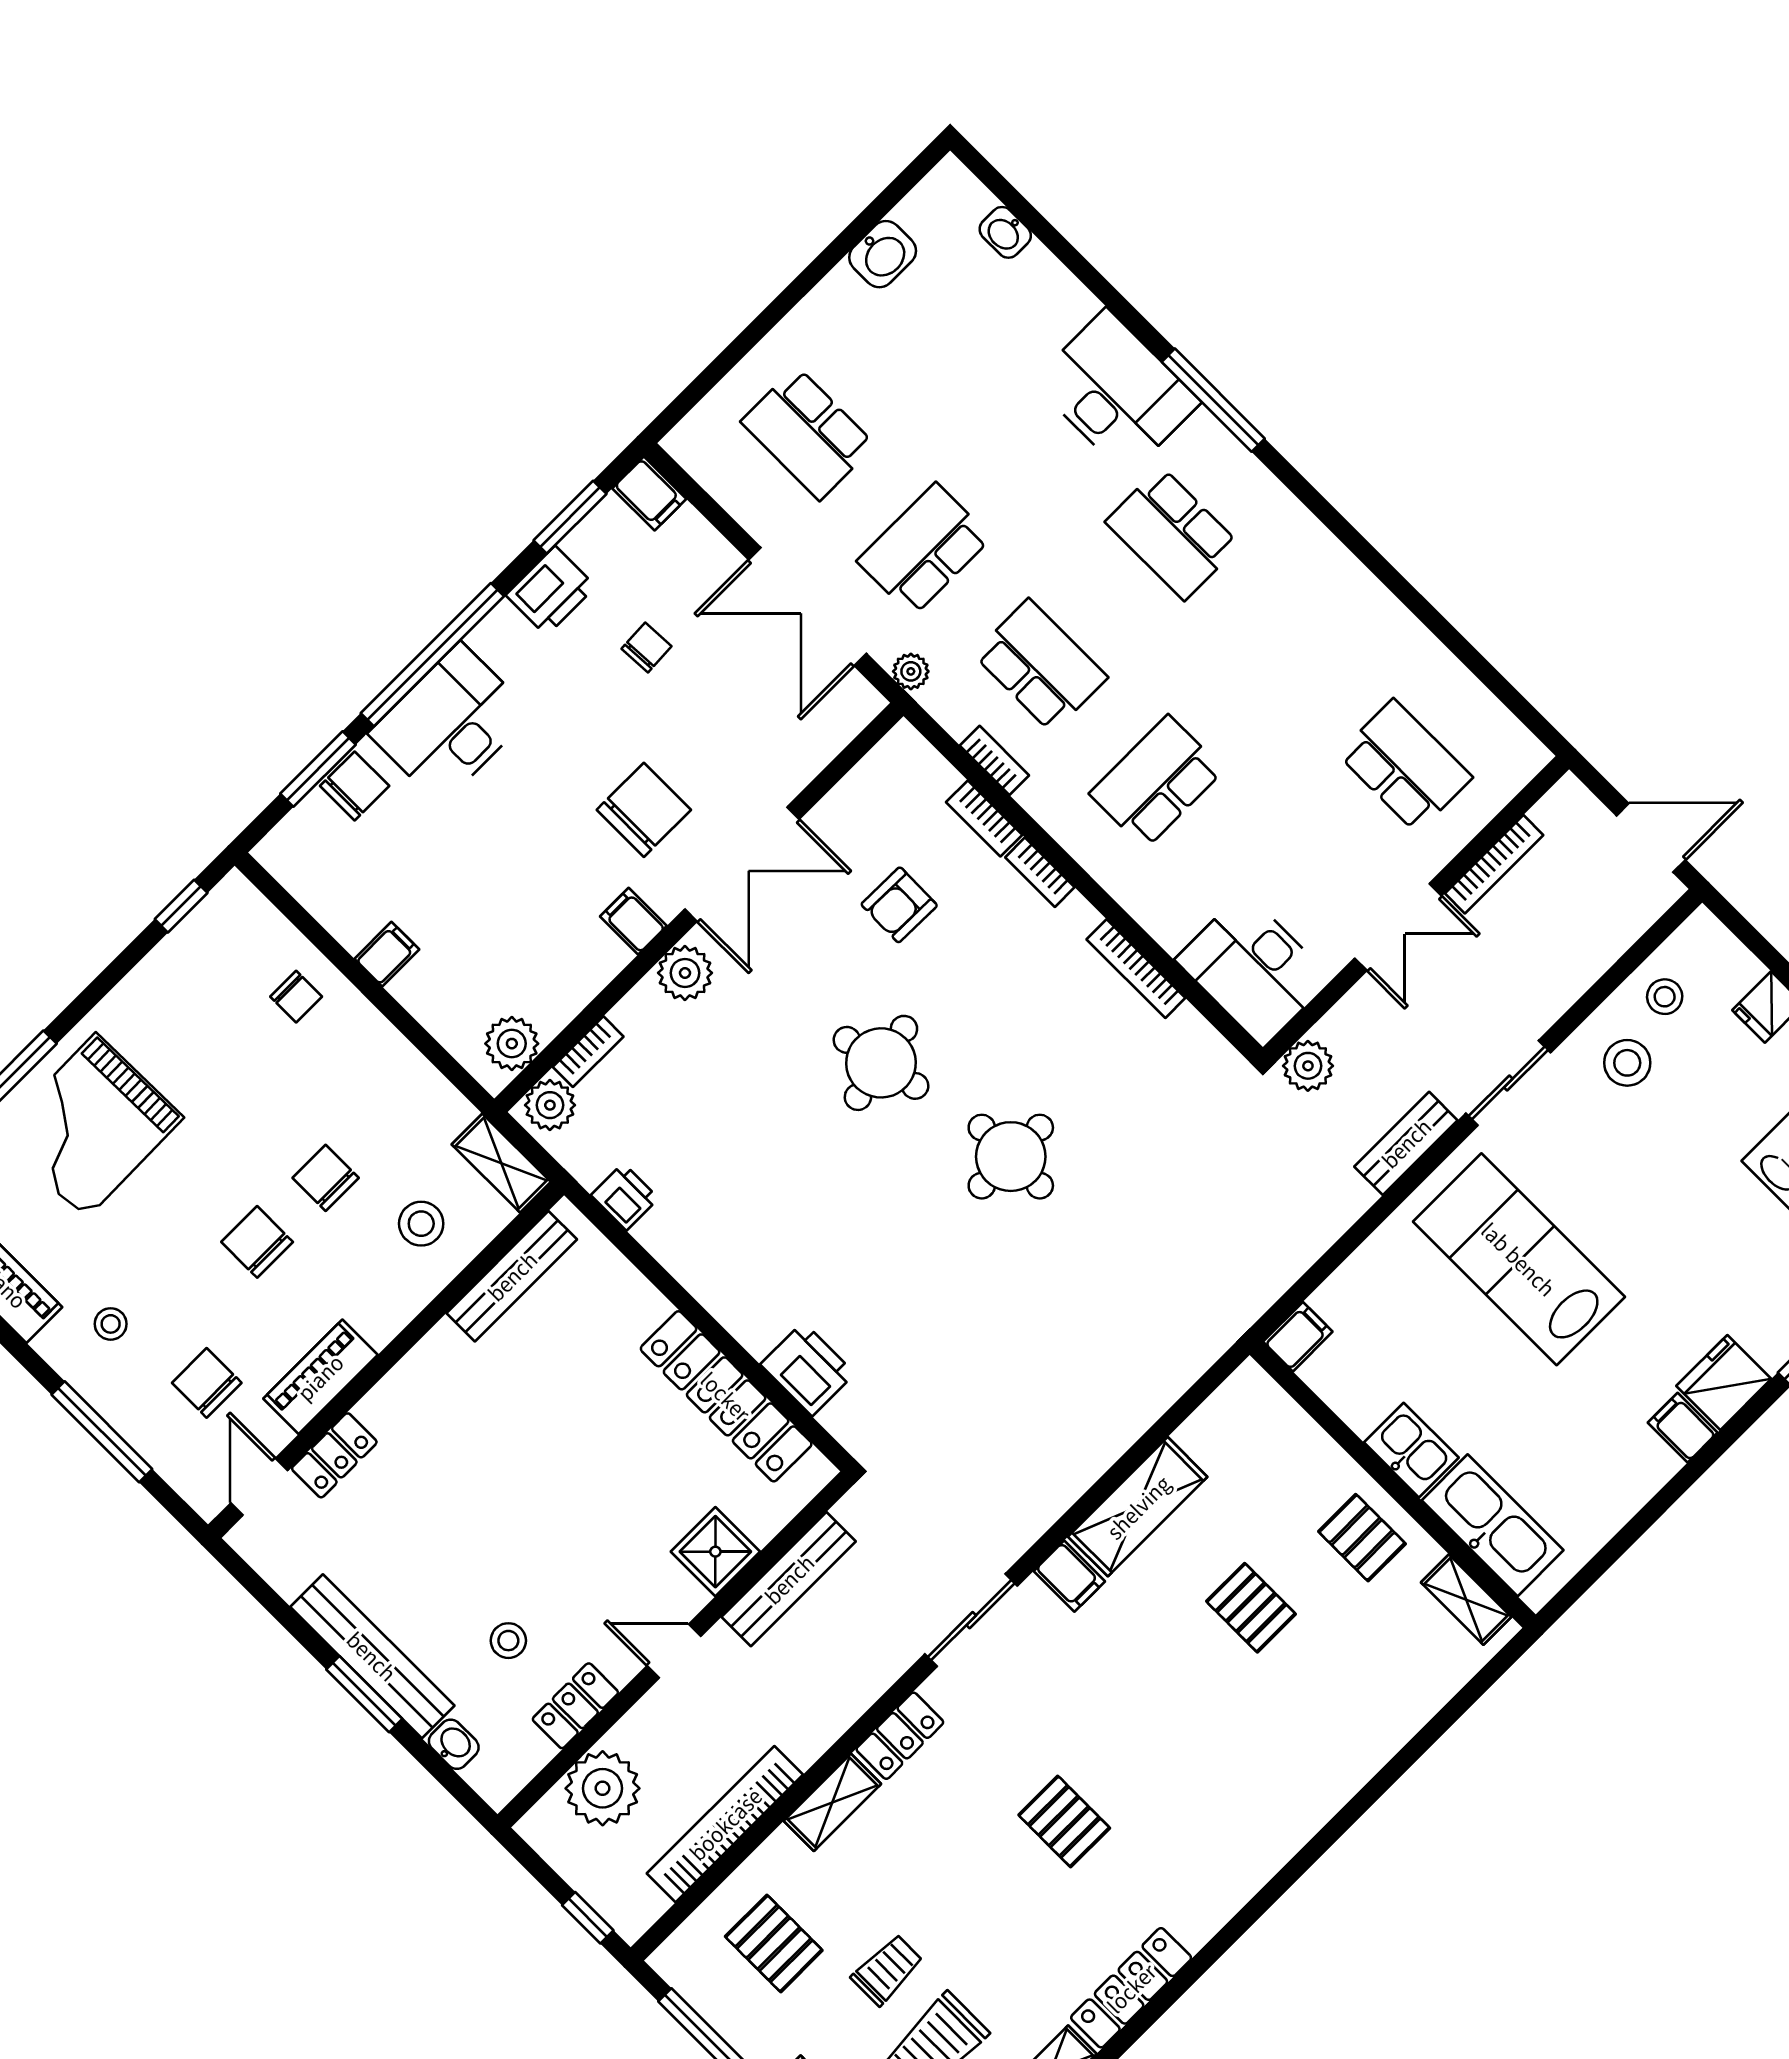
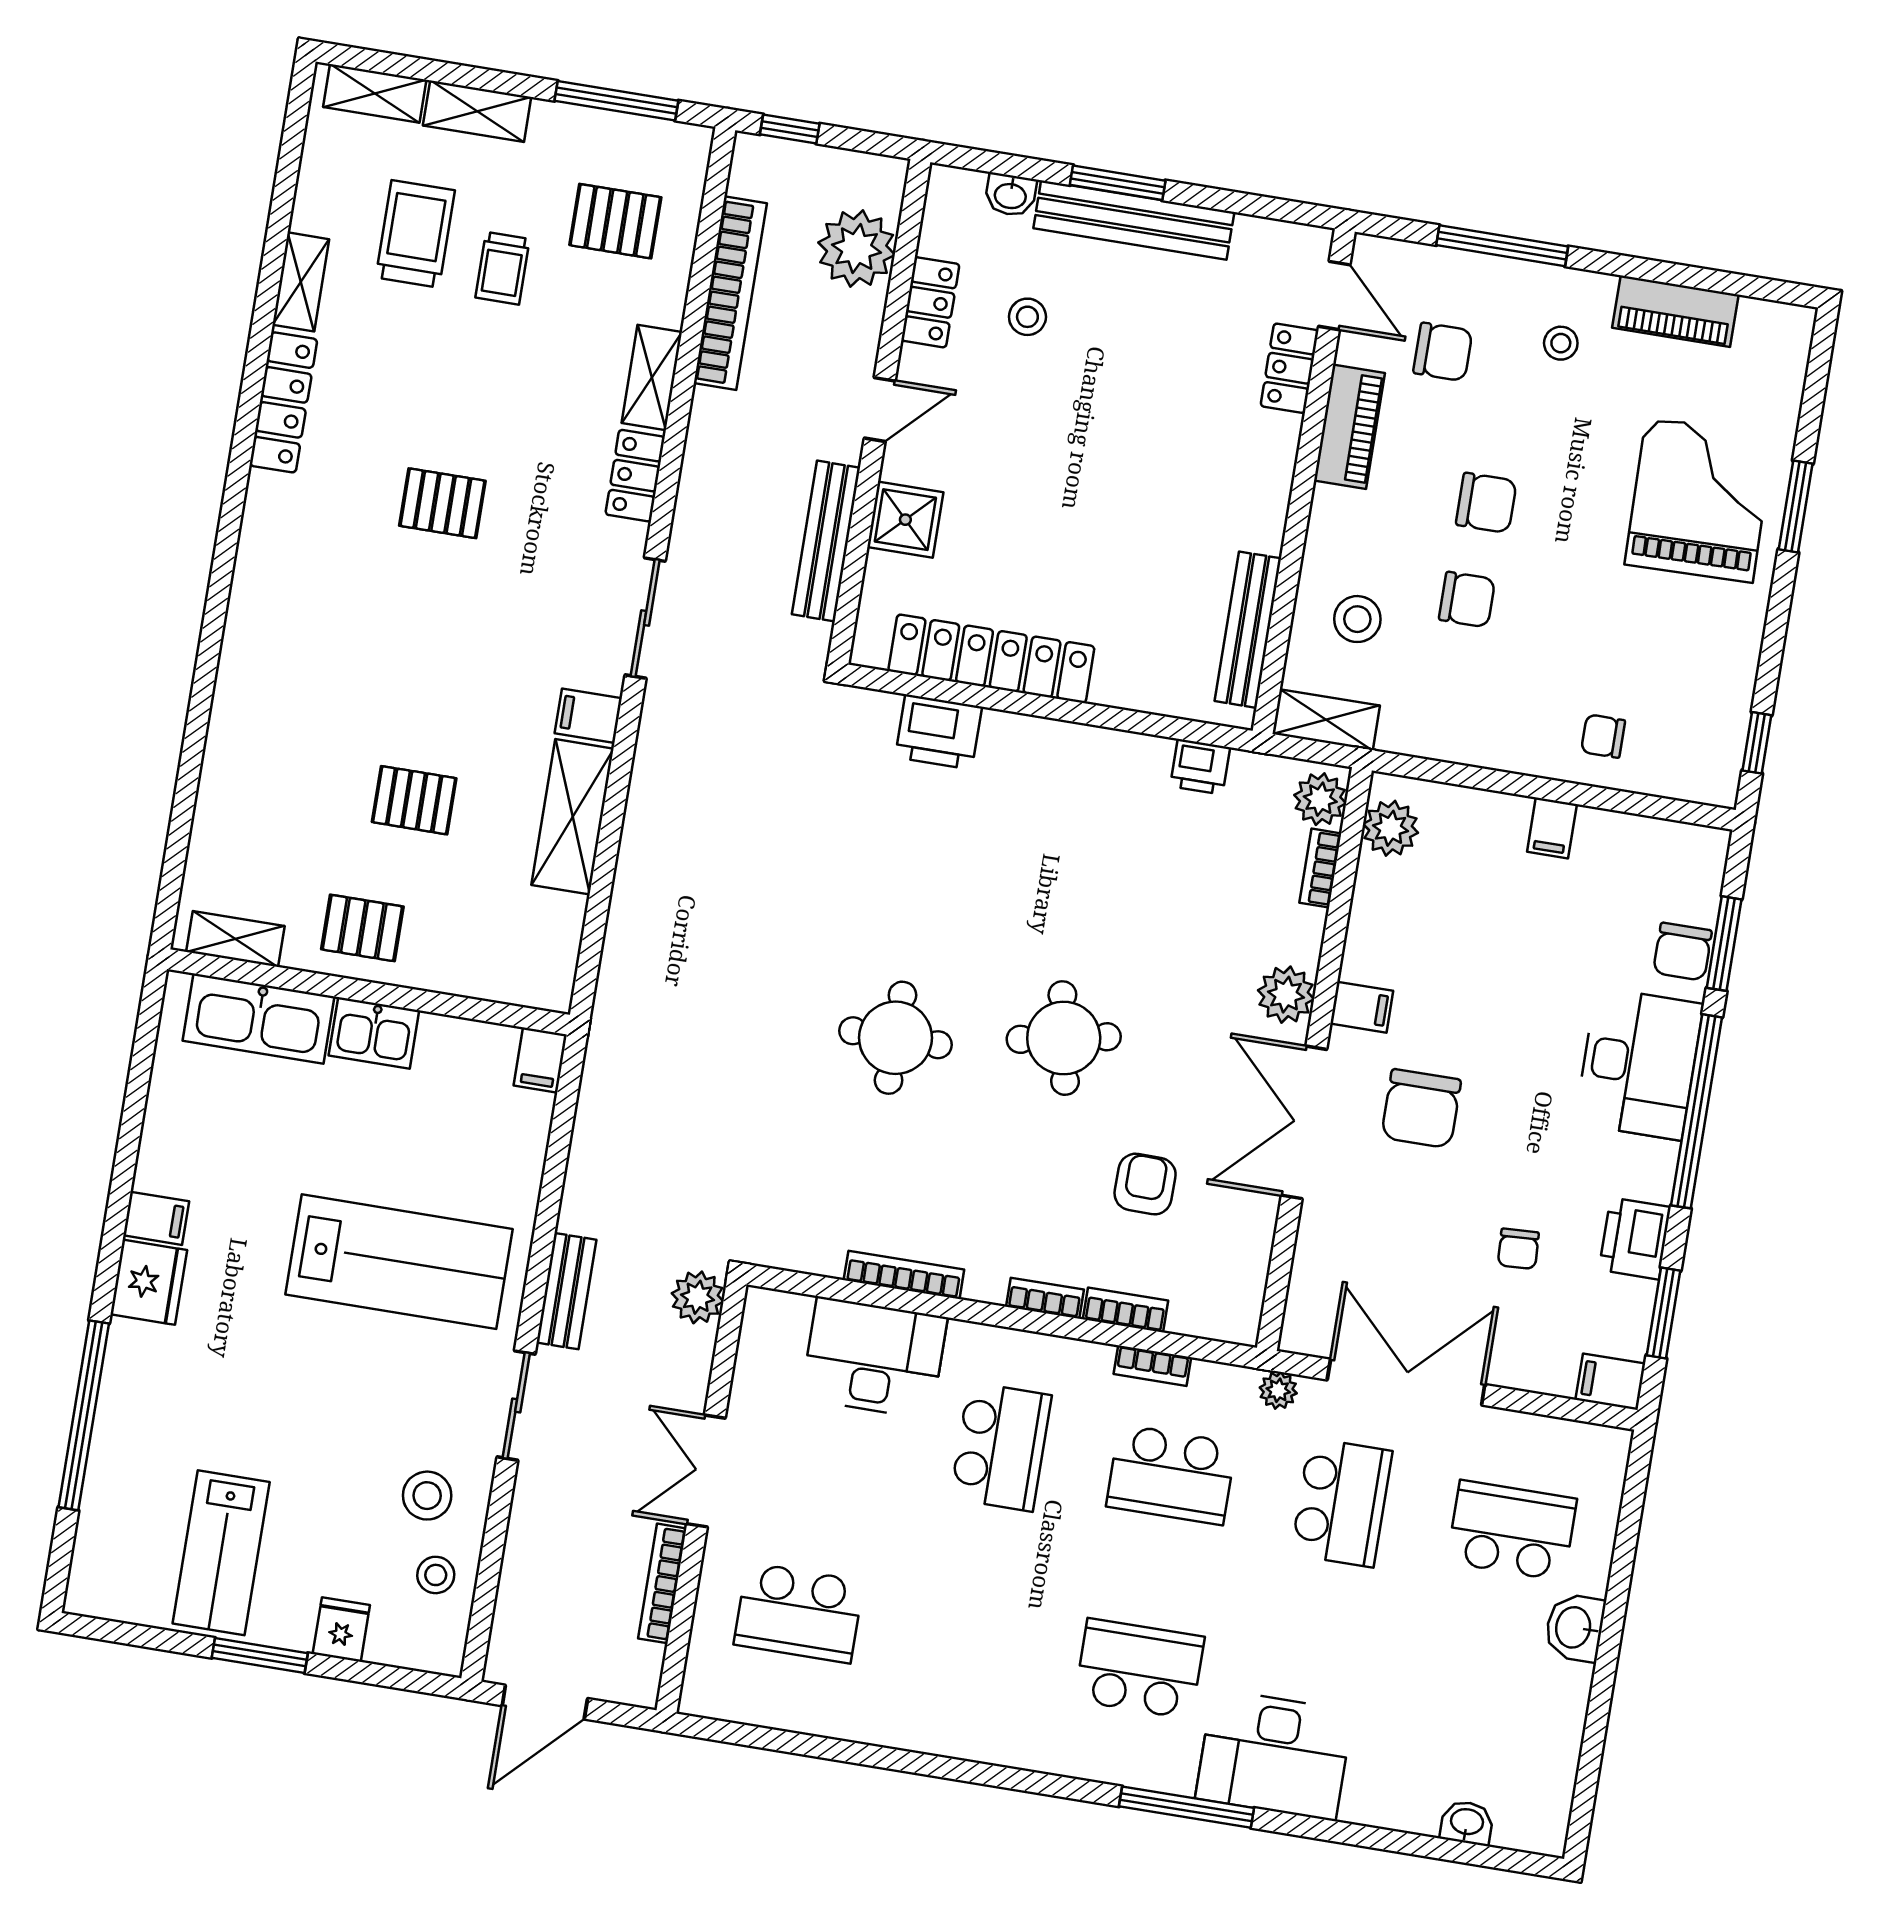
washbasin: (883, 254) -> (1575, 1628), moved
desk: (1253, 969) -> (874, 1358), moved

